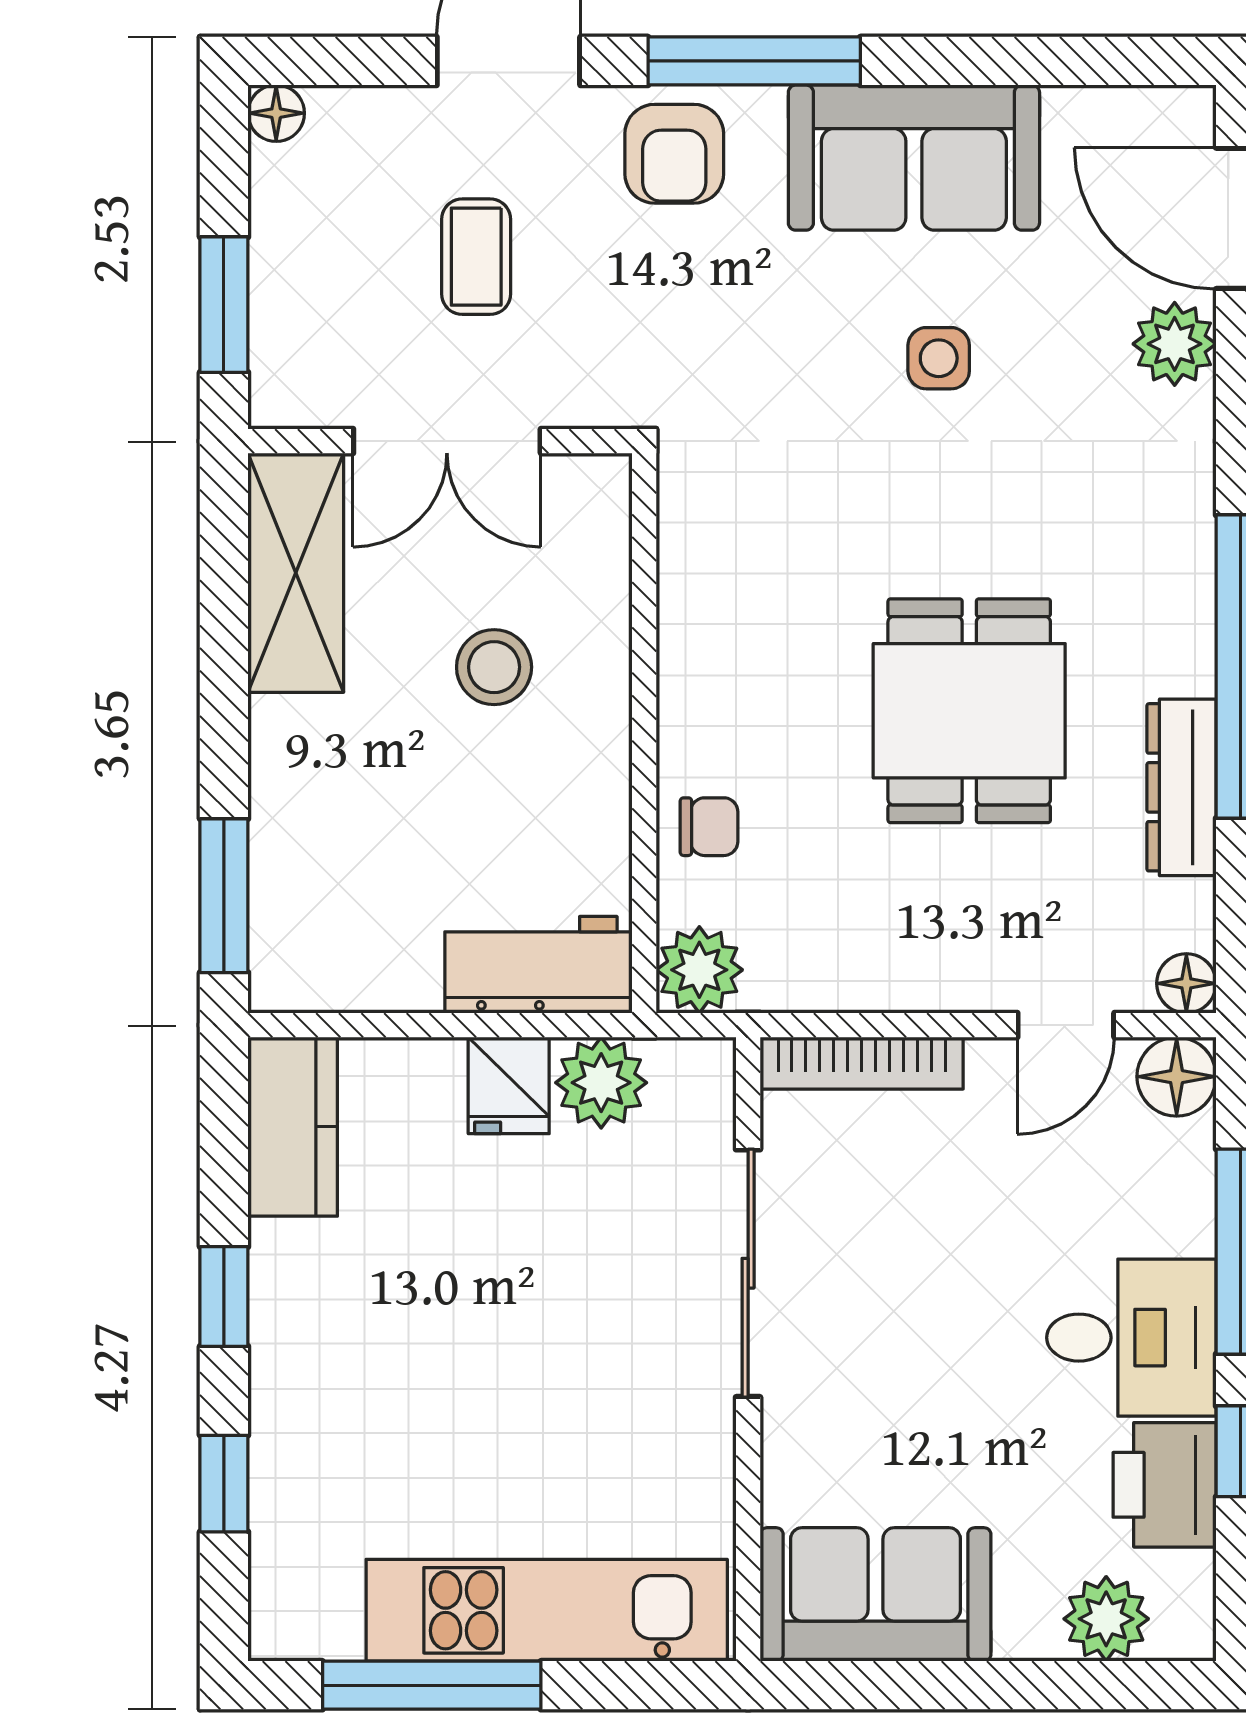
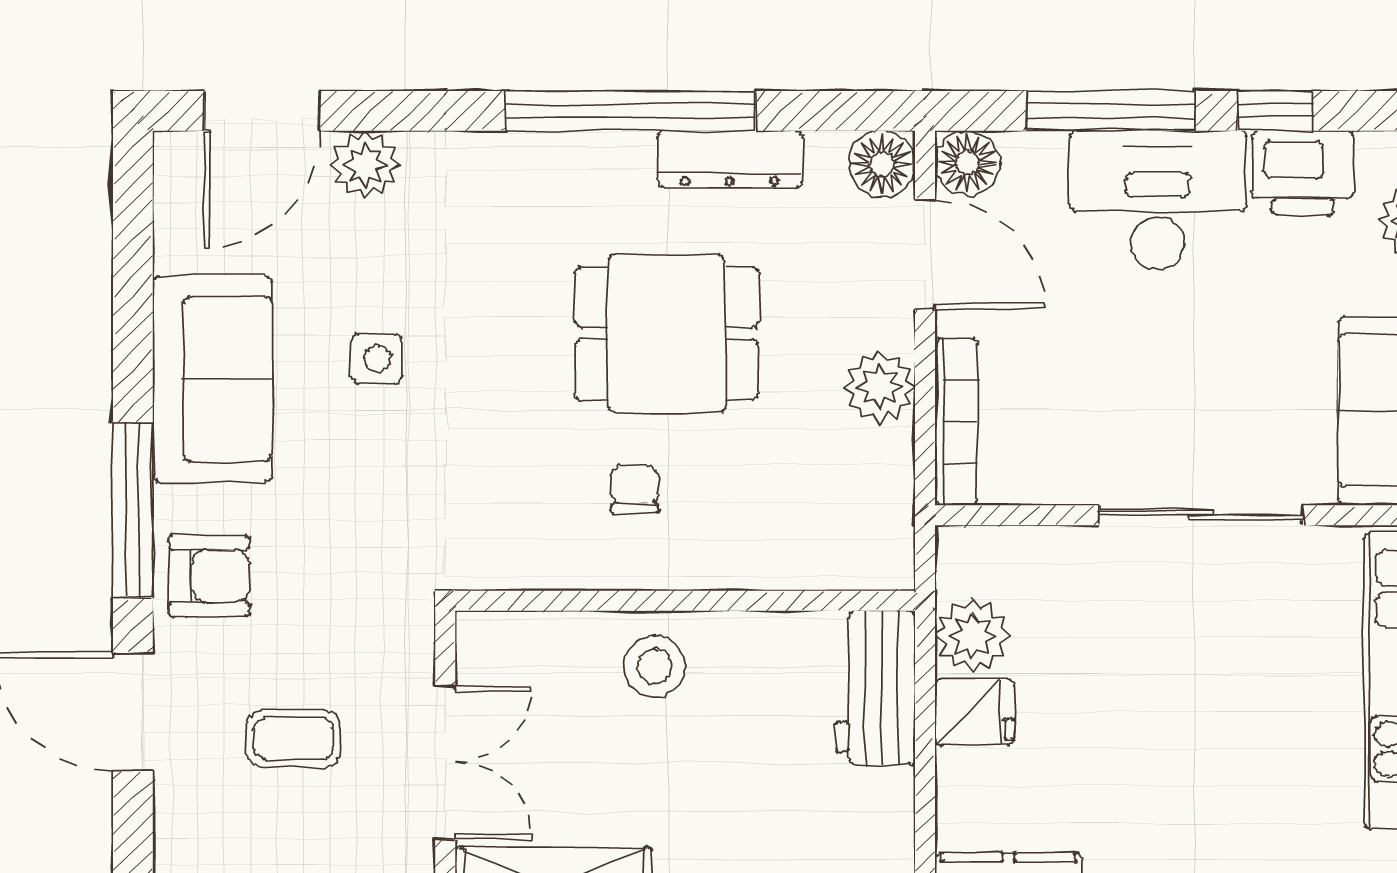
stool: (494, 667) -> (654, 666), moved
chair: (709, 827) -> (634, 489), moved
plant: (699, 970) -> (880, 387), moved
floor lamp: (1186, 983) -> (882, 164), width x1.37, depth x1.37
door: (1066, 1025) -> (925, 254), width x1.37
sliding door: (748, 1273) -> (1201, 515), moved
desk: (1131, 1338) -> (1158, 200), width x1.37

